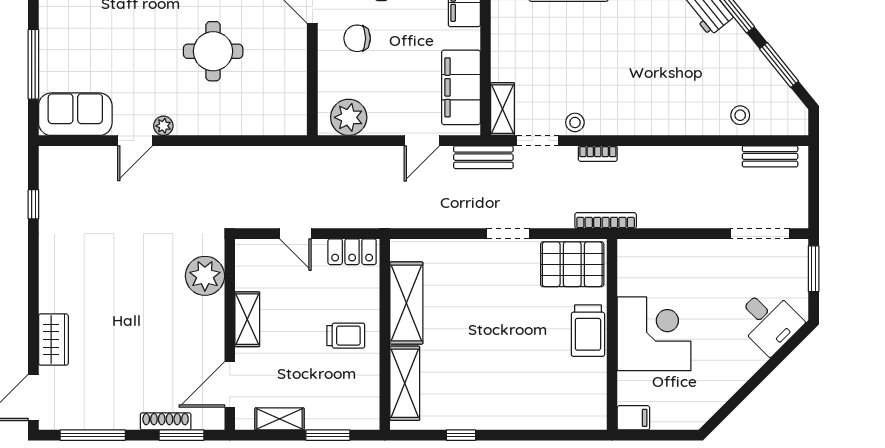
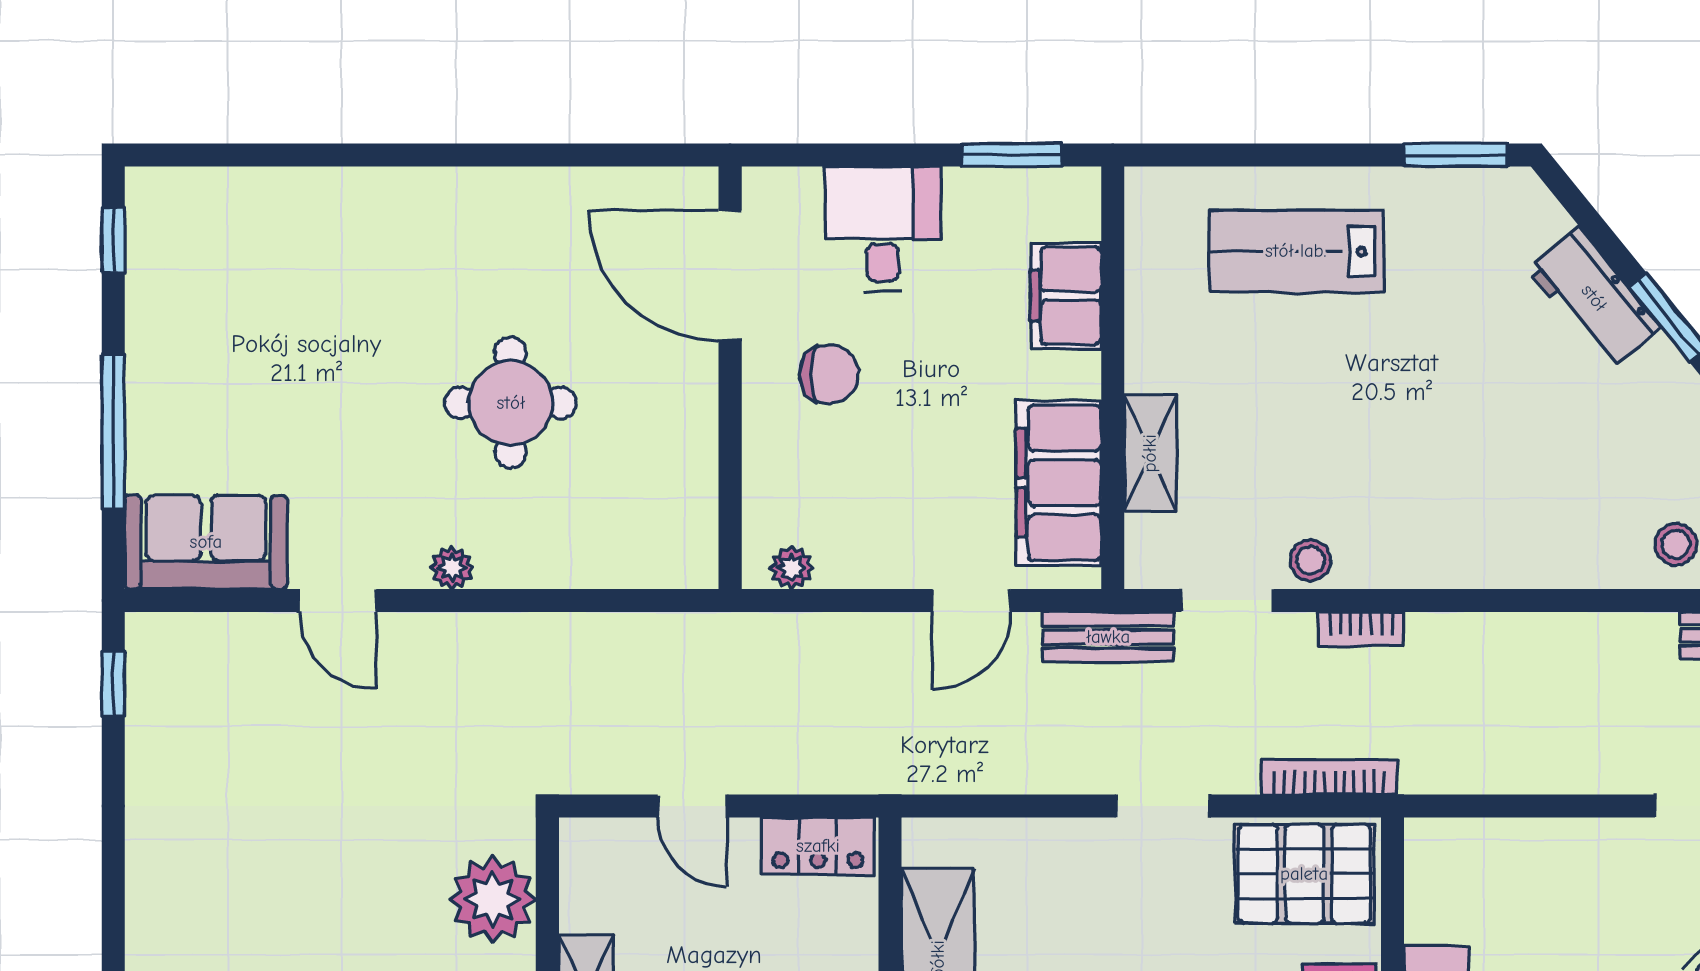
chair: (357, 38) -> (829, 374), turned 180
shelving: (503, 109) -> (1150, 453), moved
plant: (349, 117) -> (792, 568), width x0.53, depth x0.53
plant: (163, 126) -> (452, 568), moved
door: (135, 141) -> (338, 600), hinge flipped
window: (33, 204) -> (113, 684), moved
bookcase: (606, 221) -> (1329, 777), moved

